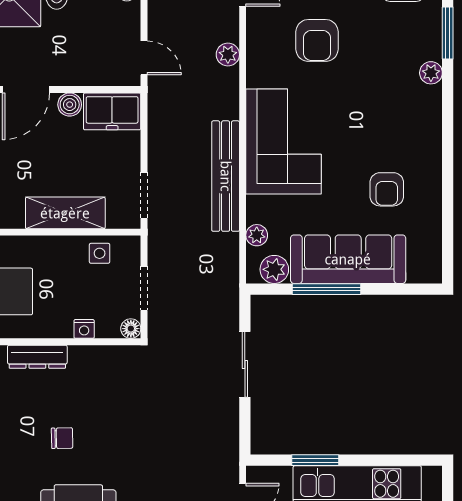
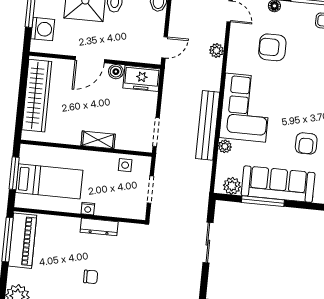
armchair: (317, 40) -> (272, 47), turned 90
door: (144, 58) -> (165, 47), hinge flipped
shelving: (65, 213) -> (98, 140), width x0.67, depth x0.75
plant: (257, 235) -> (225, 146), moved
nightstand: (84, 329) -> (88, 209), moved
floor lamp: (131, 329) -> (140, 214), removed
dresser: (37, 357) -> (99, 227), moved

